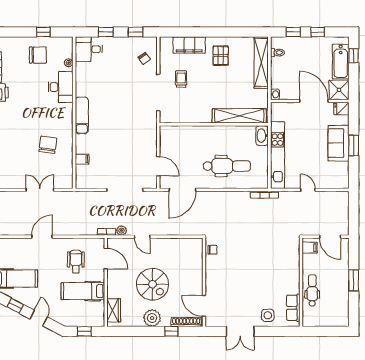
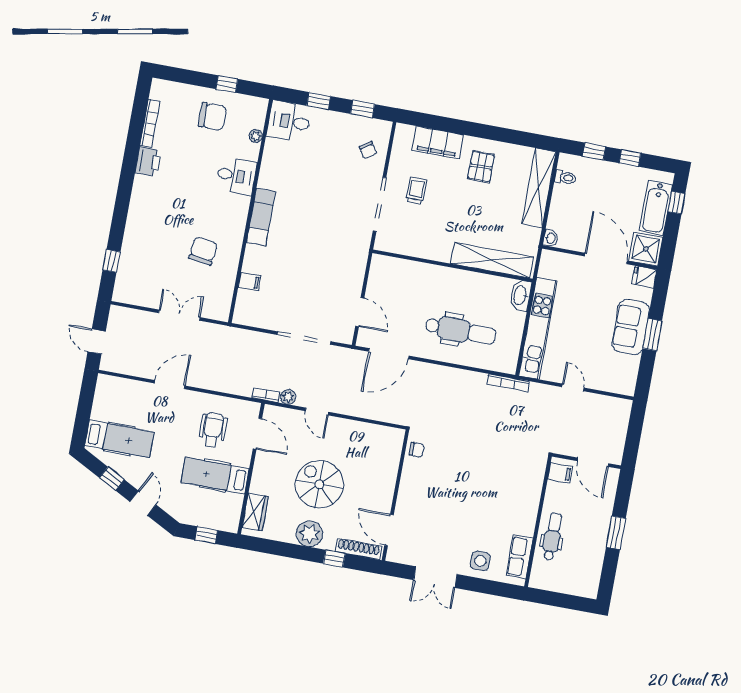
desk: (61, 87) -> (236, 176), width x0.73
spiral stairs: (153, 284) -> (319, 484), turned 180

